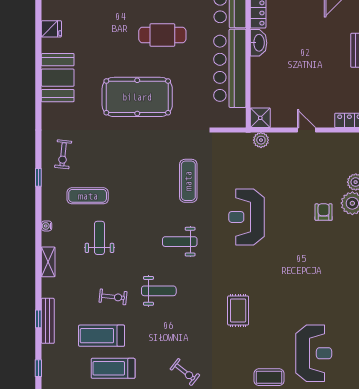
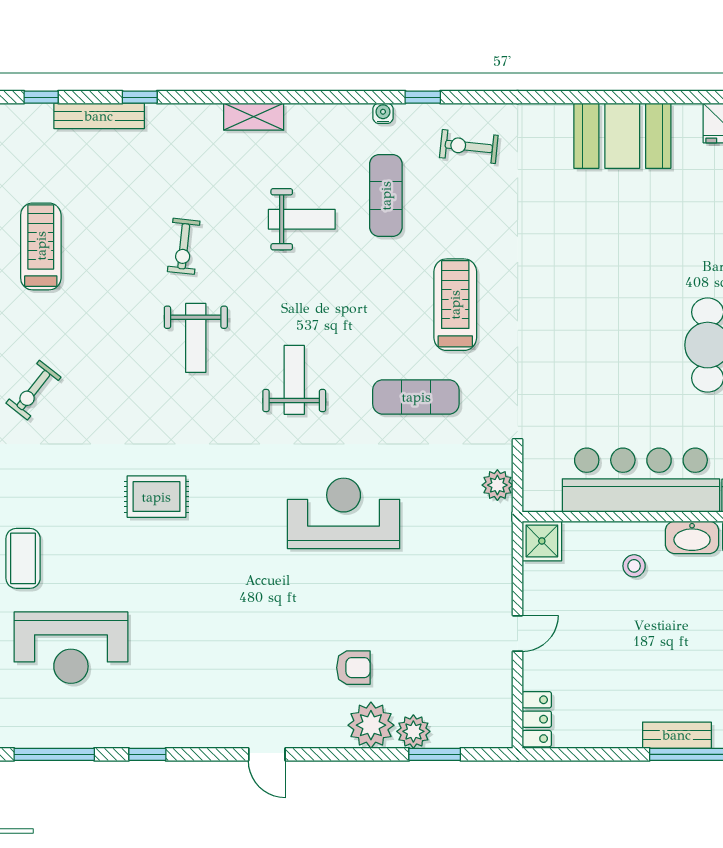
stool: (273, 72) -> (634, 566), added
pool table: (137, 97) -> (584, 295), removed
plant: (261, 140) -> (497, 485), moved
water cooler: (47, 226) -> (383, 113), moved
bench: (48, 321) -> (99, 116), moved
treadmill: (102, 336) -> (455, 305), moved

